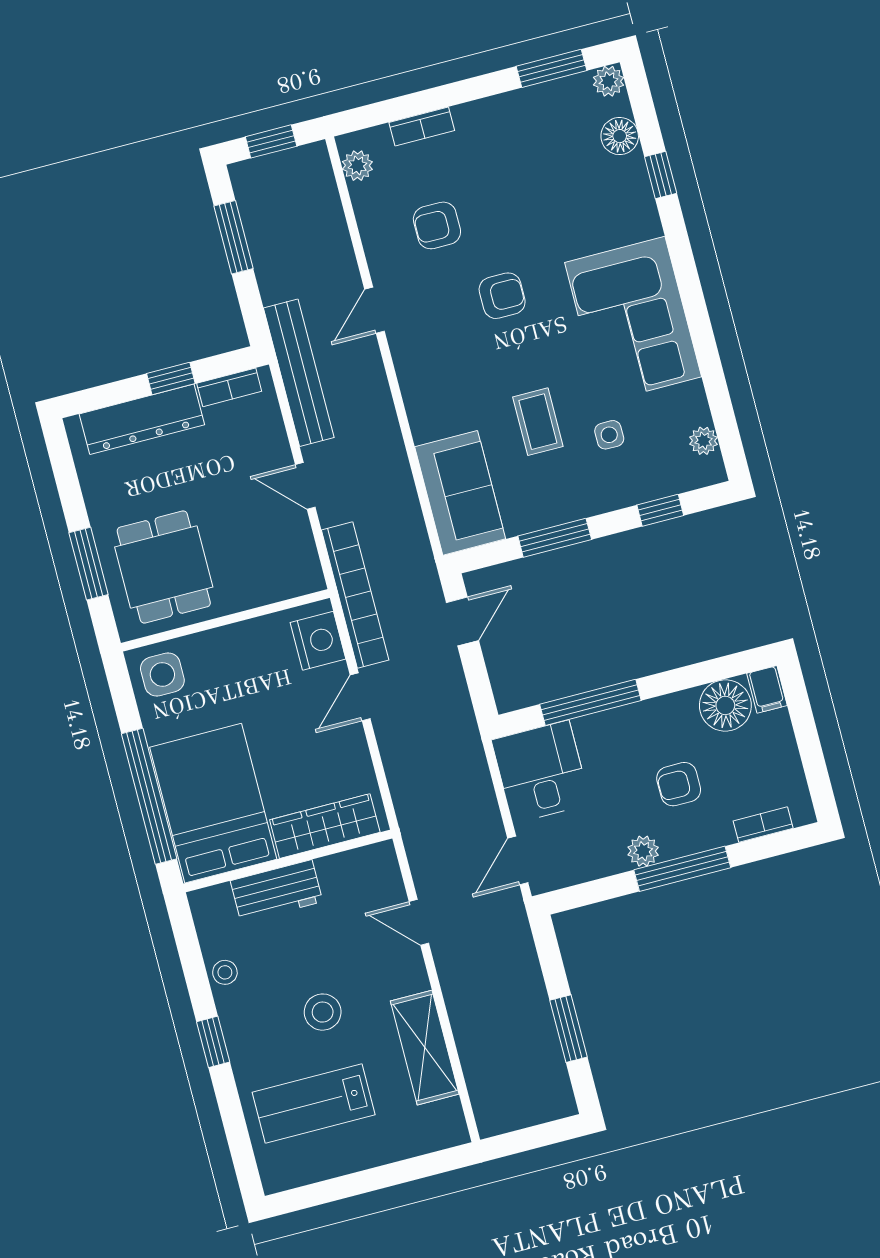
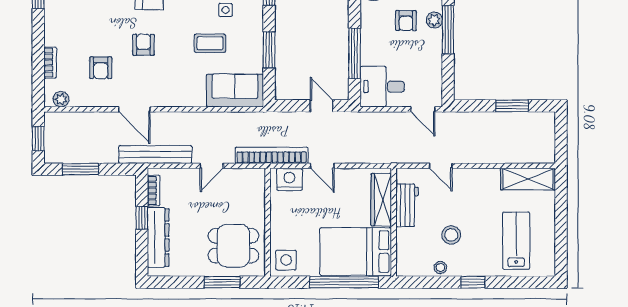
door: (375, 310) -> (134, 109), width x1.38
door: (462, 621) -> (322, 106), moved
plant: (643, 851) -> (434, 20), moved
workbench: (277, 891) -> (407, 205), moved
door: (419, 922) -> (441, 166), hinge flipped
stool: (323, 1012) -> (451, 235), moved
shelving: (425, 1048) -> (528, 179), moved
lab bench: (314, 1103) -> (516, 241), turned 180

